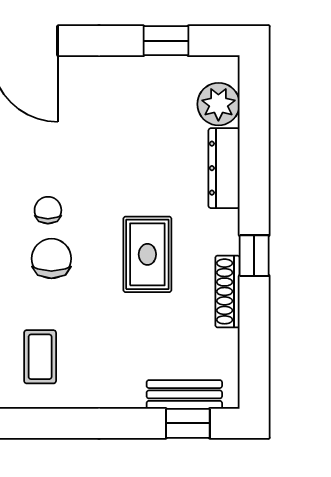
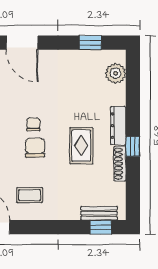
dresser: (224, 168) -> (118, 126), moved
coffee table: (40, 357) -> (30, 195), turned 90

